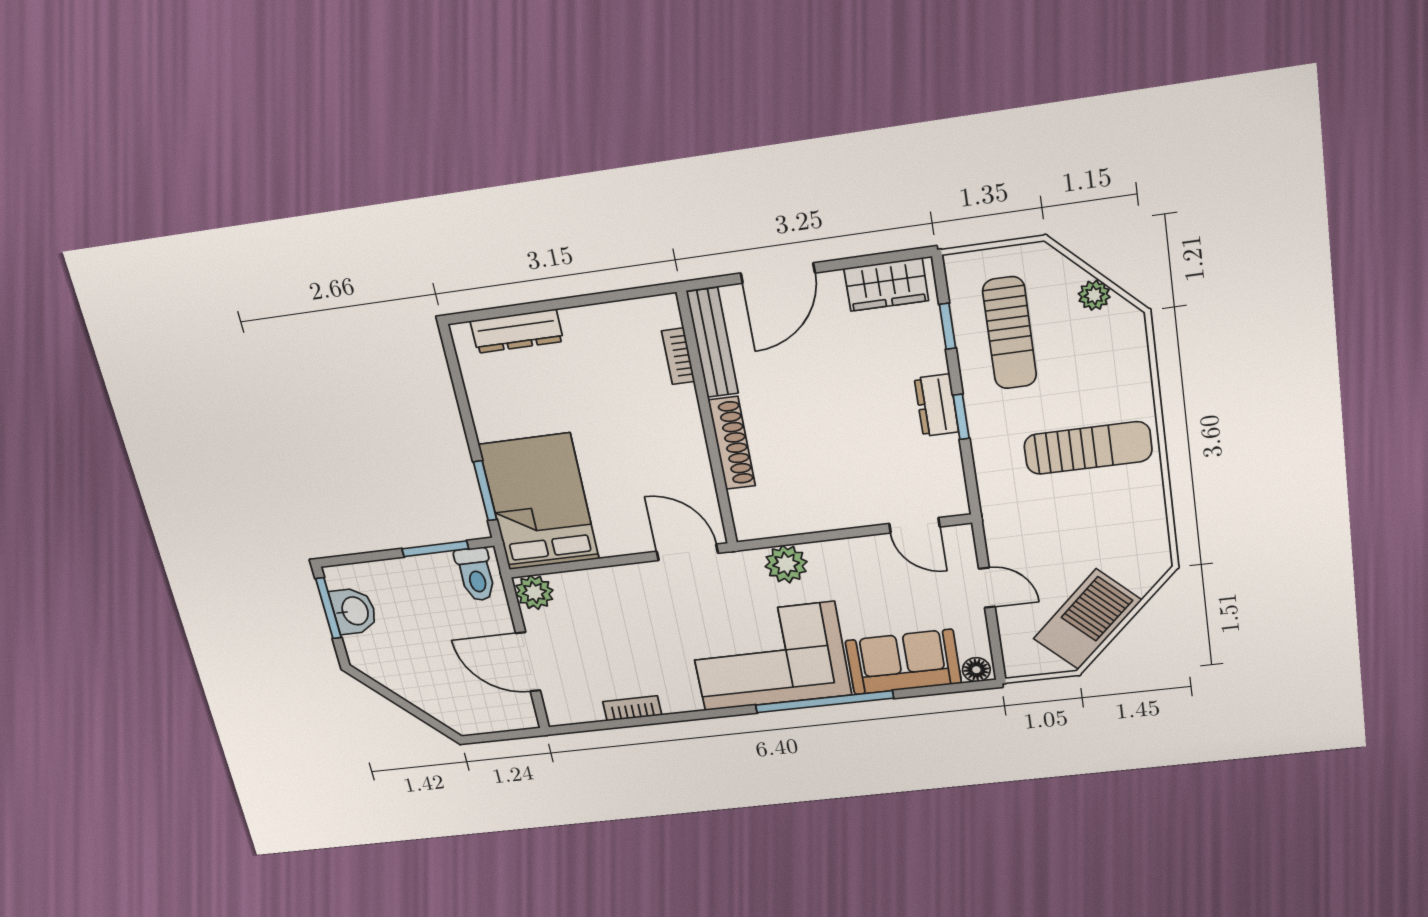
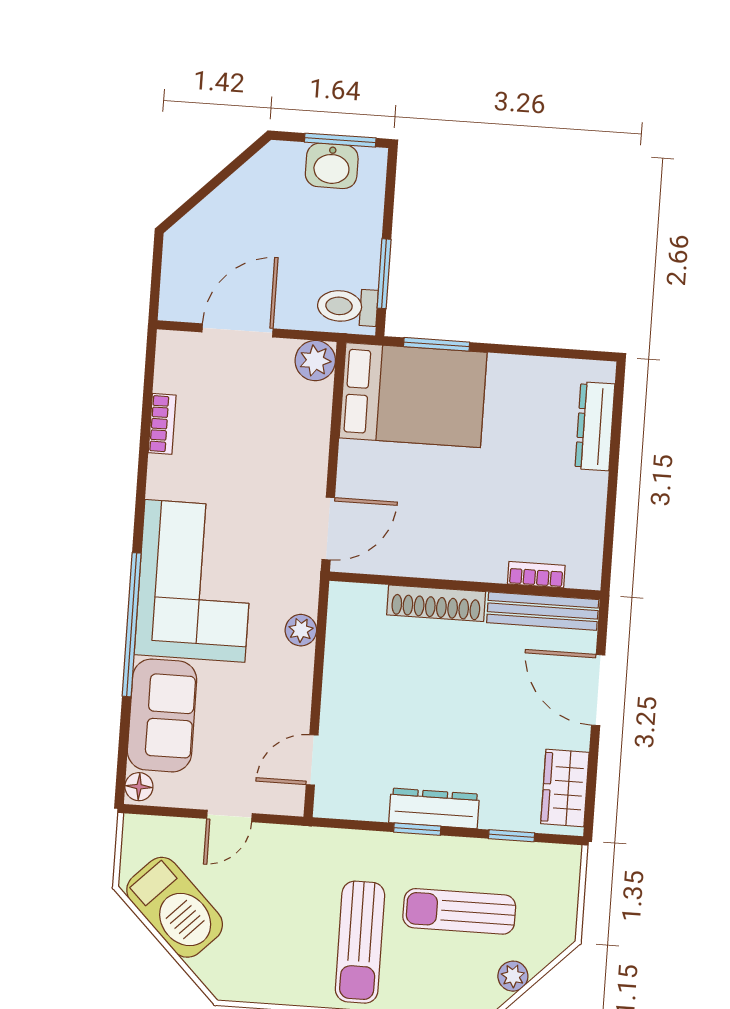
sun lounger: (1010, 333) -> (459, 911), moved
dresser: (936, 405) -> (434, 808), width x1.44
plant: (786, 564) -> (301, 630), width x0.73, depth x0.73

